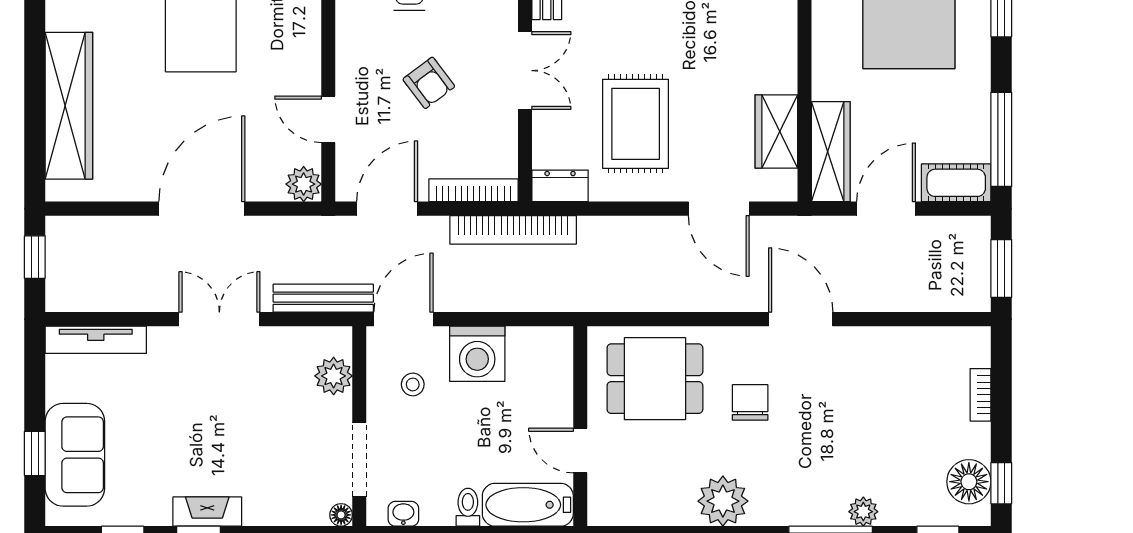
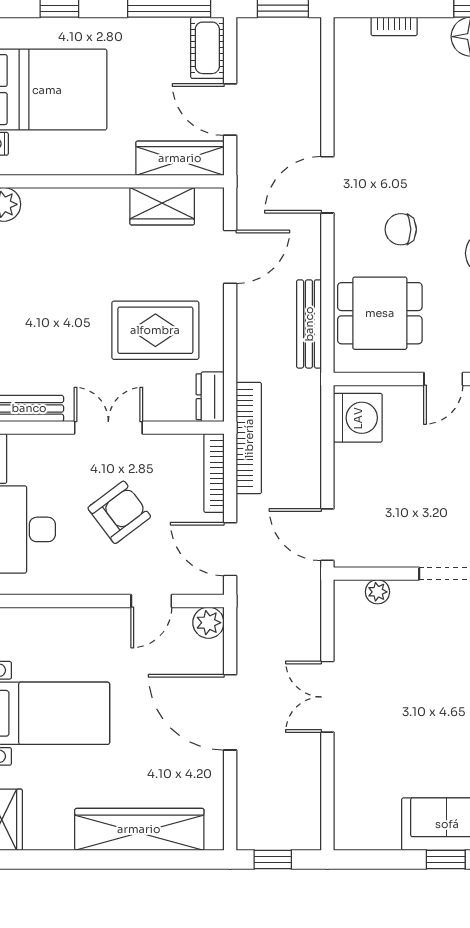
armchair: (429, 83) -> (119, 512), width x1.38, depth x1.38
bench: (323, 298) -> (309, 324), moved
tv unit: (96, 340) -> (346, 806), removed
washing machine: (477, 354) -> (358, 418), moved
plant: (334, 376) -> (377, 592), width x0.73, depth x0.73
dining table: (655, 379) -> (380, 313), turned 90
stool: (413, 384) -> (385, 527), removed

